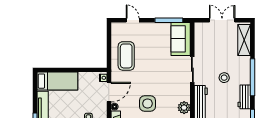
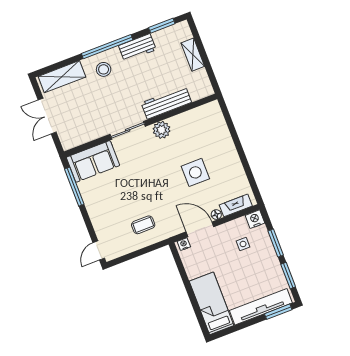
door: (133, 20) -> (99, 250), moved
coffee table: (126, 56) -> (143, 225), width x0.54, depth x0.58
stool: (224, 78) -> (104, 69), moved
plant: (184, 108) -> (162, 130), moved

